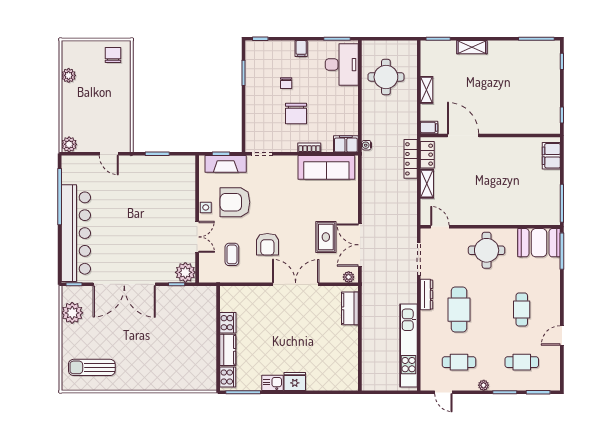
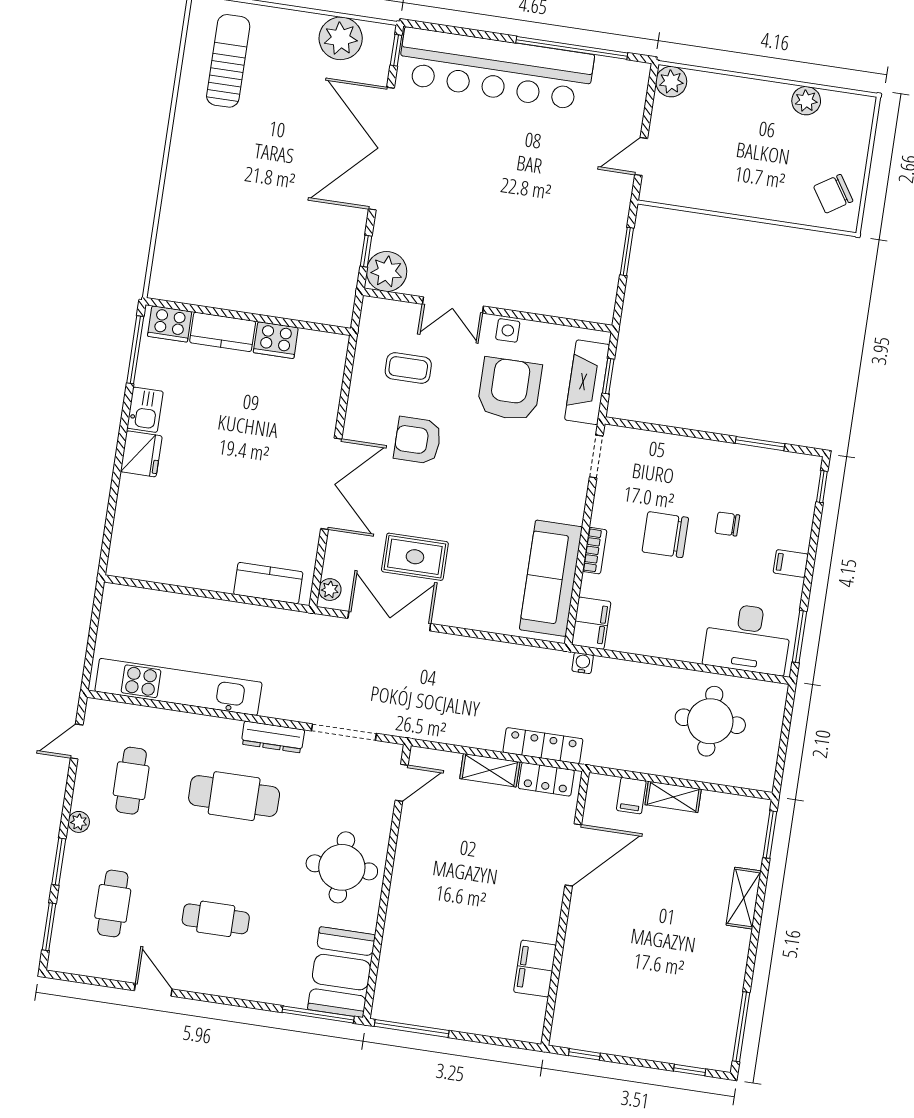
chair: (113, 55) -> (833, 194), turned 147
filing cabinet: (429, 127) -> (631, 796), moved
filing cabinet: (551, 156) -> (535, 969), moved, turned -90

